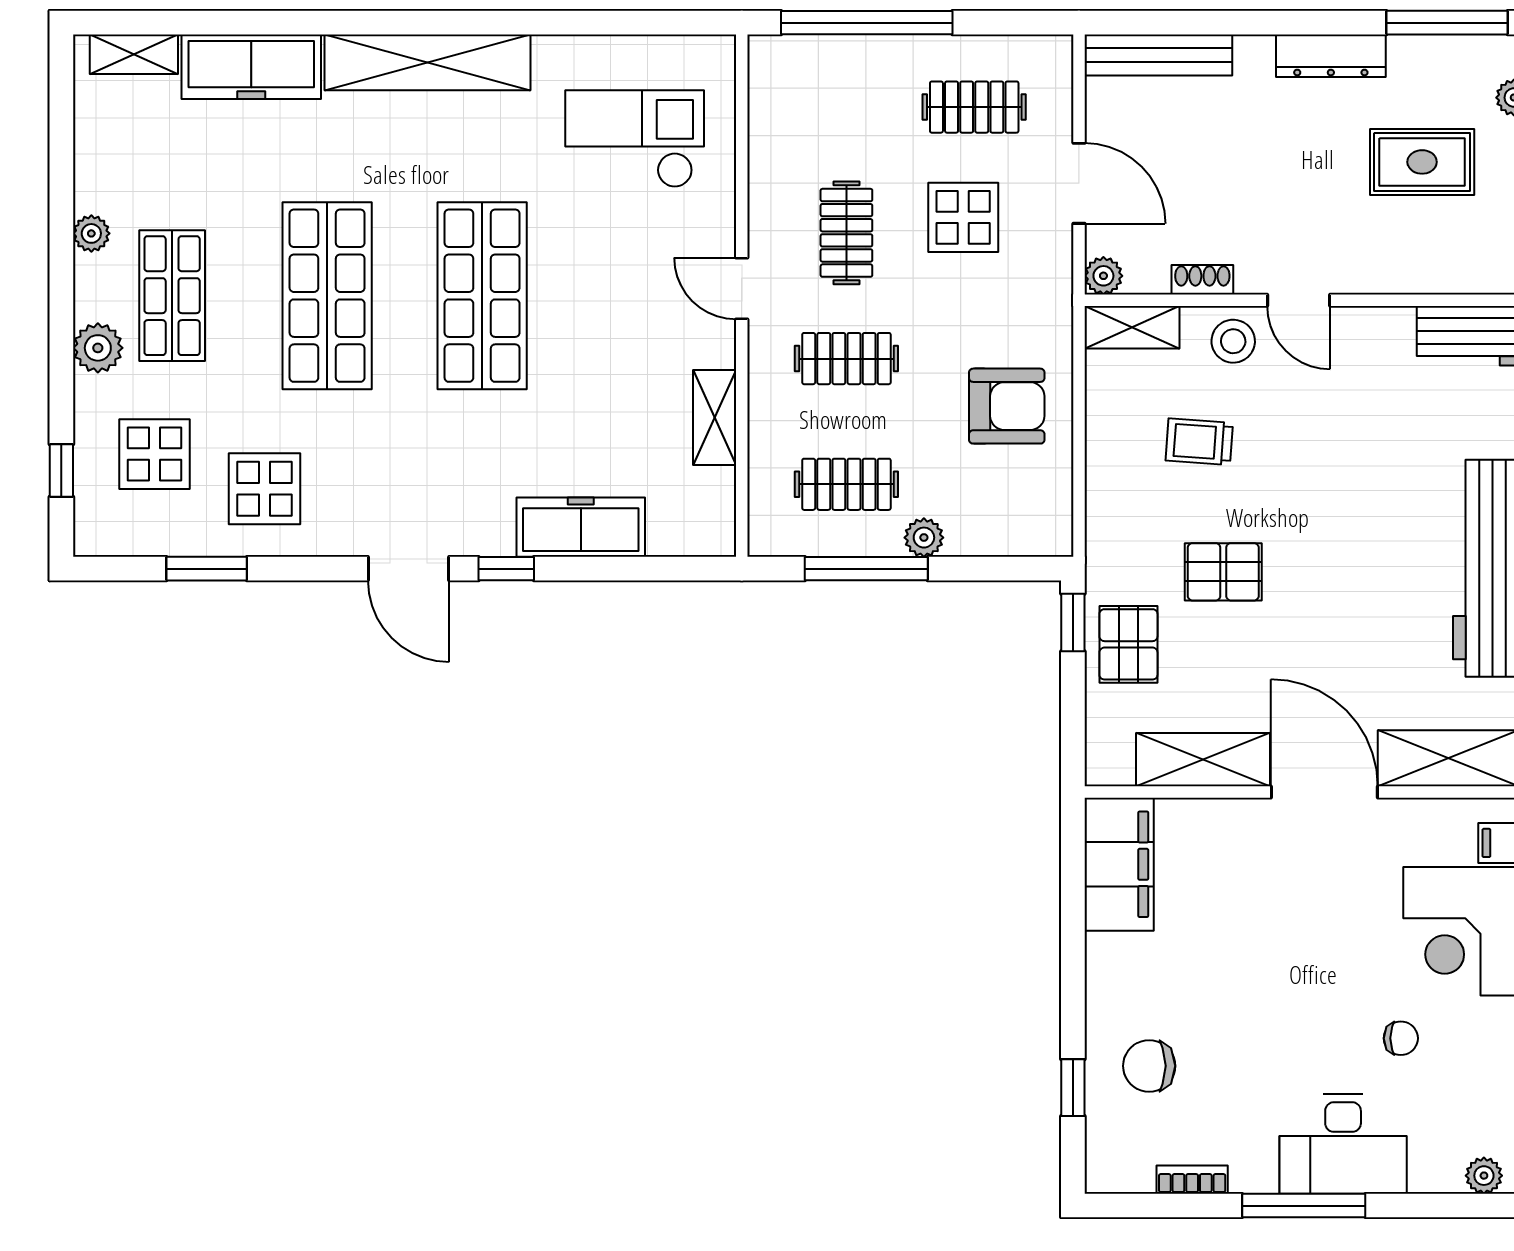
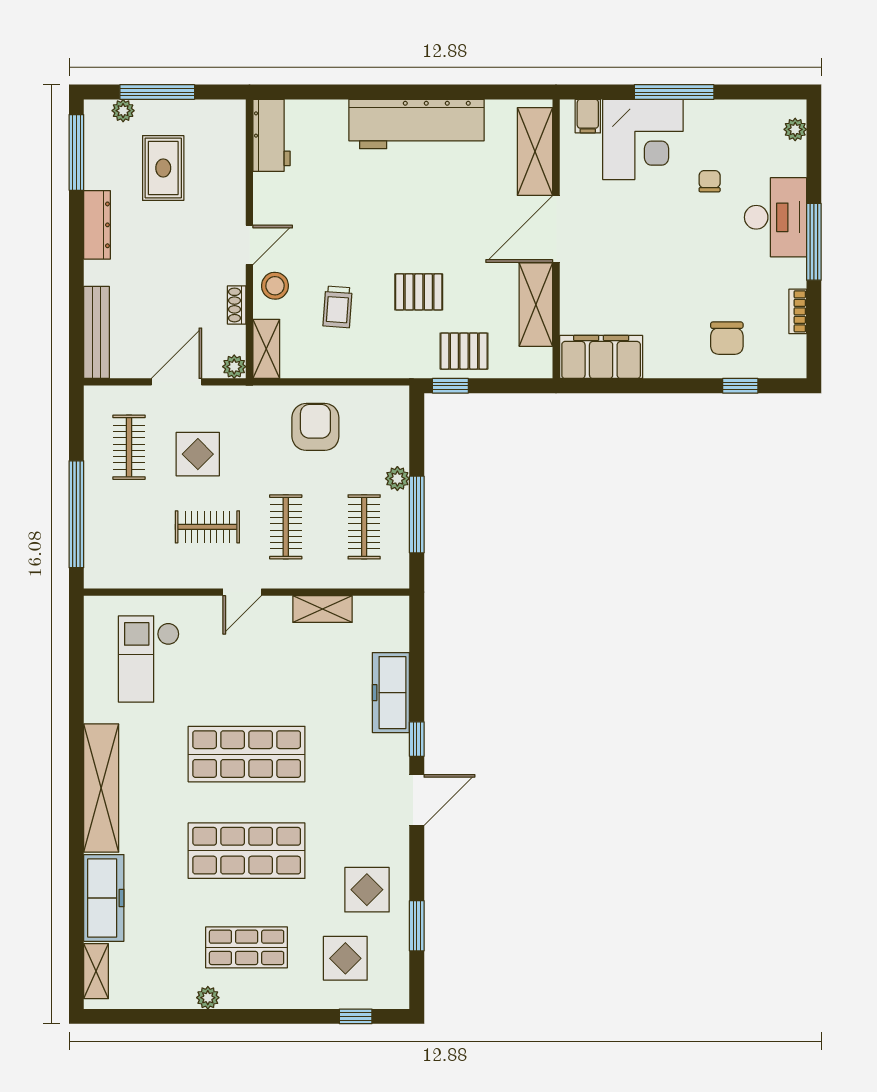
plant: (98, 348) -> (279, 994), removed
pallet: (1223, 572) -> (419, 292), turned 90

